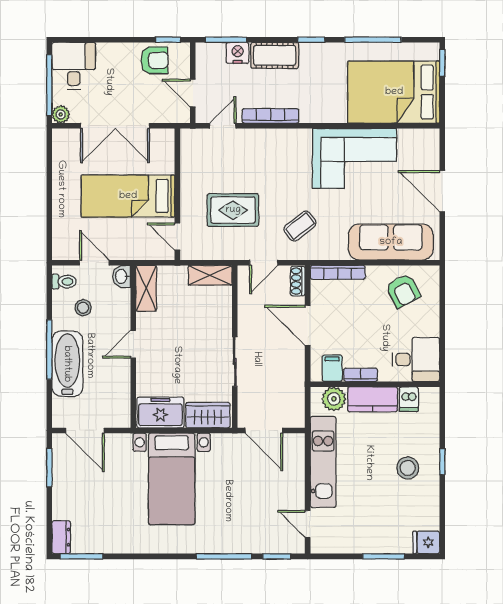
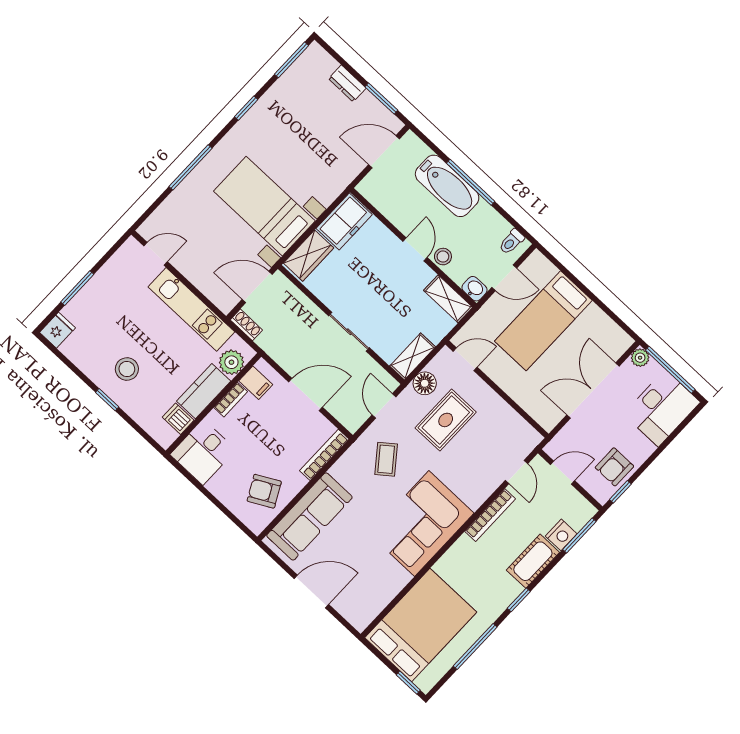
desk: (74, 66) -> (662, 408), width x1.37
corner sofa: (354, 158) -> (422, 524), moved
bed: (128, 196) -> (543, 321), moved, turned 180
floor lamp: (221, 249) -> (425, 383), added
shoe rack: (298, 281) -> (246, 325), moved
stool: (83, 308) -> (443, 257), moved
sliding door: (235, 361) -> (349, 332), moved
bed with nightstands: (172, 479) -> (264, 206), moved
dresser: (61, 537) -> (347, 83), moved
window: (277, 556) -> (246, 108), moved

